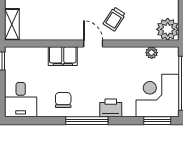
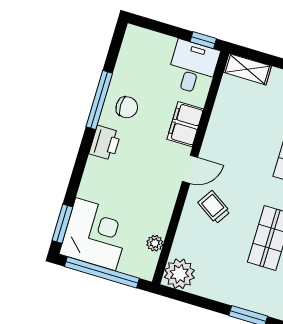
desk: (21, 100) -> (193, 67), moved, turned 90
printer: (111, 108) -> (105, 143), moved
window: (87, 121) -> (99, 100), moved

